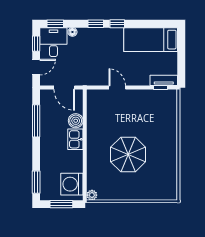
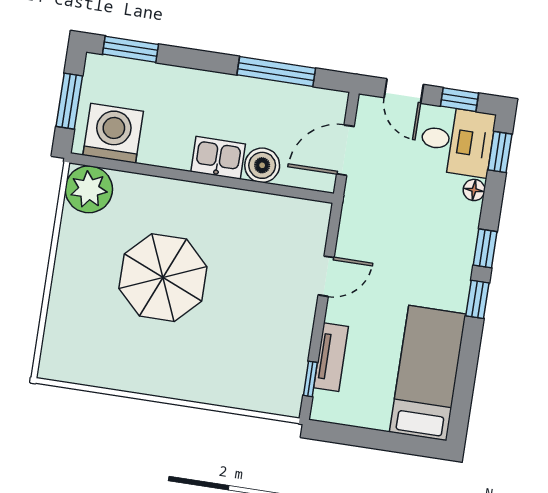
tv unit: (164, 80) -> (331, 357), moved
plant: (92, 195) -> (89, 189), width x1.87, depth x1.87

